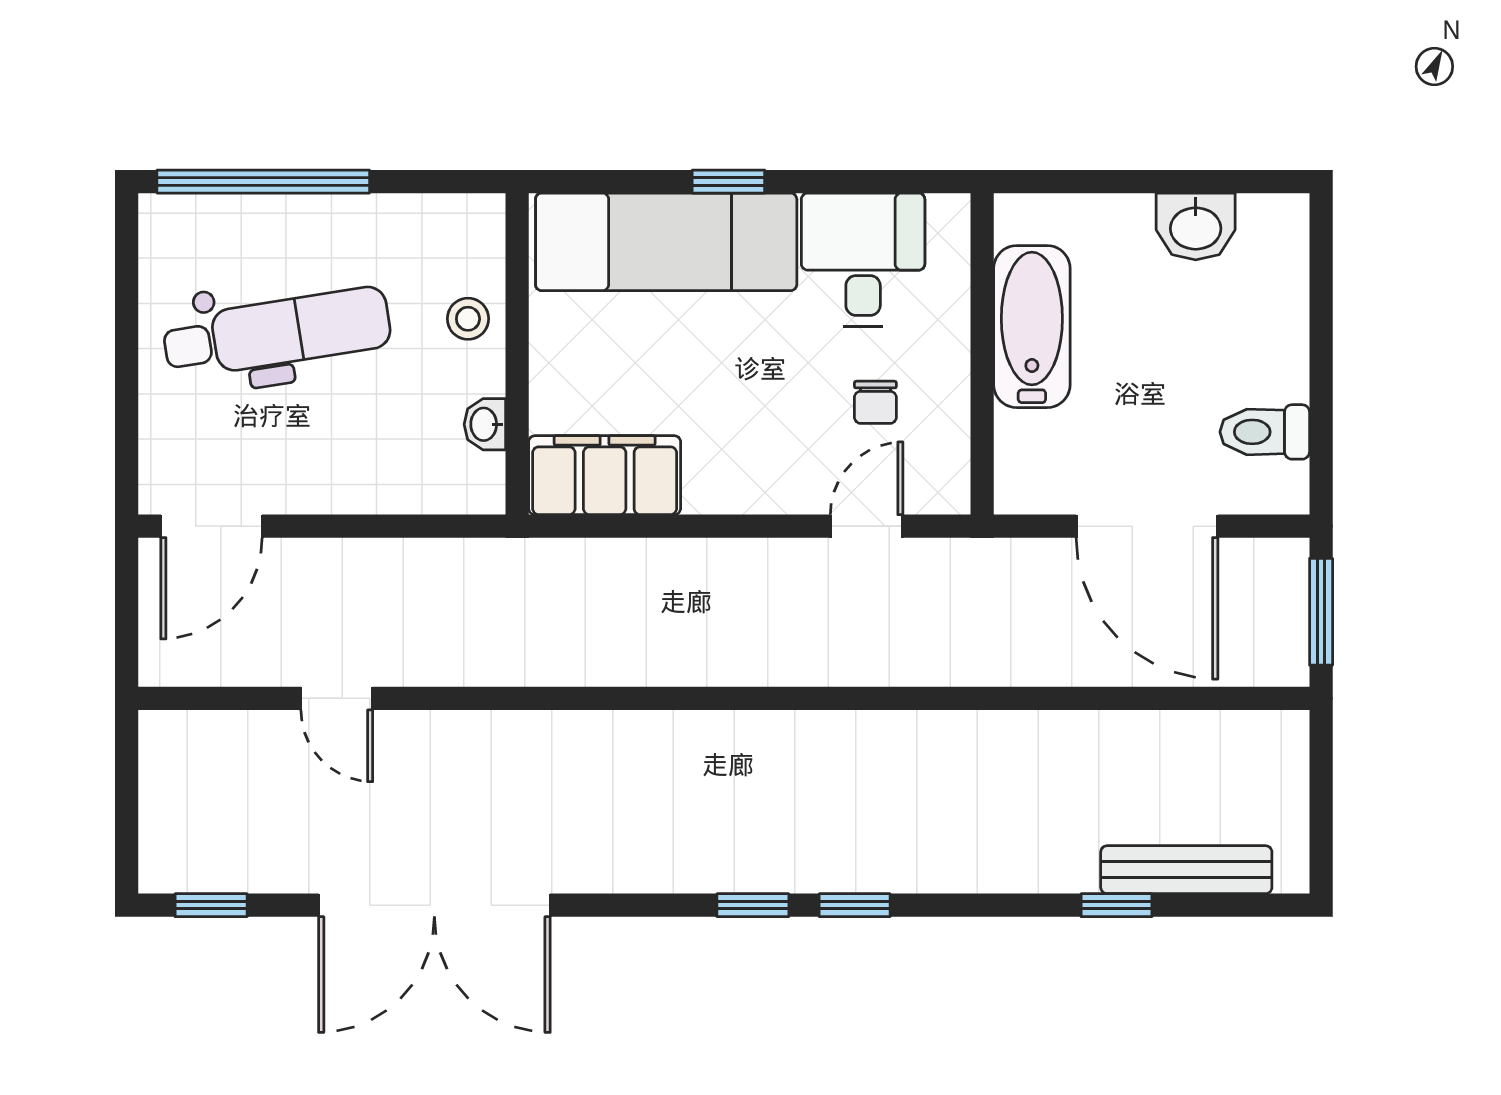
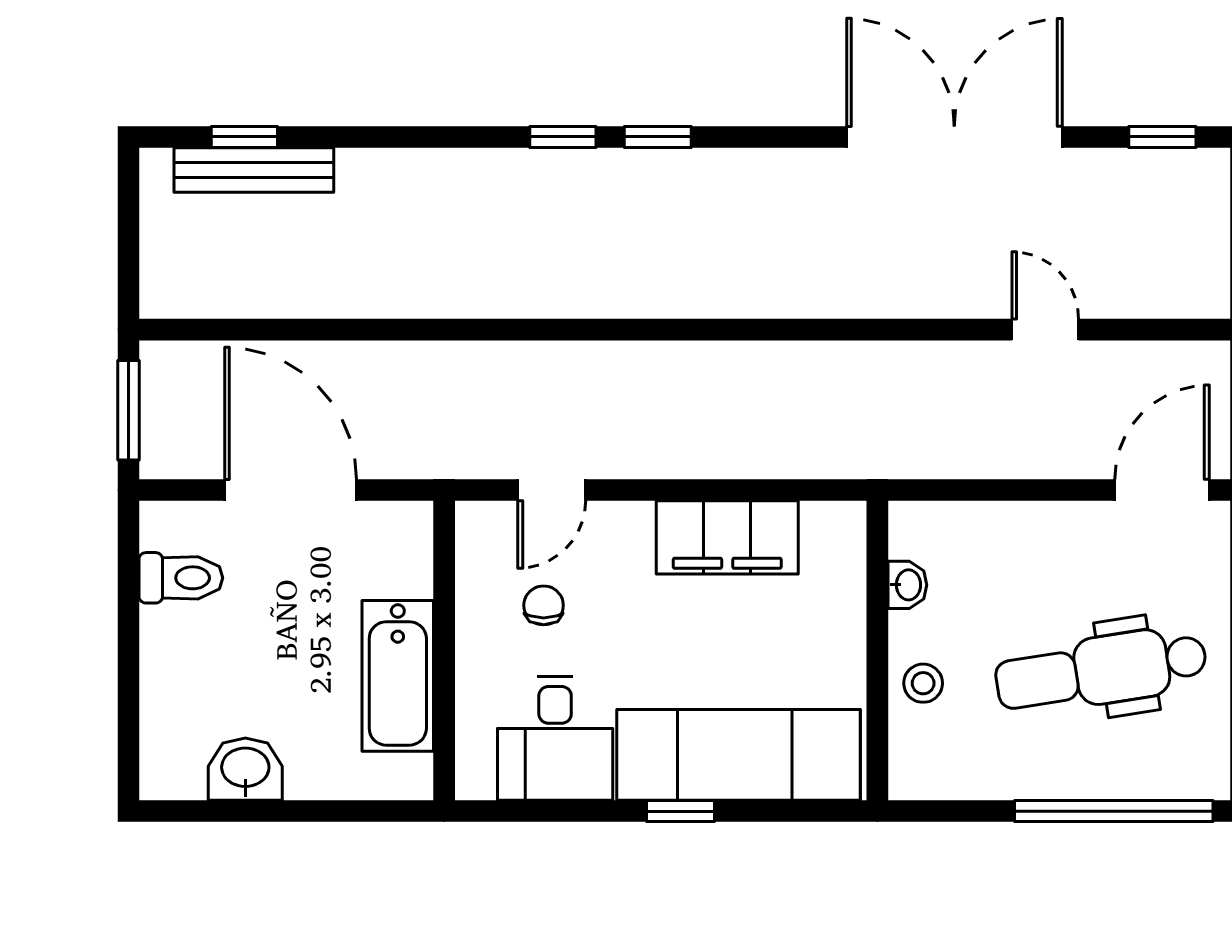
filing cabinet: (605, 475) -> (727, 537), moved
window: (1116, 905) -> (244, 137), moved

